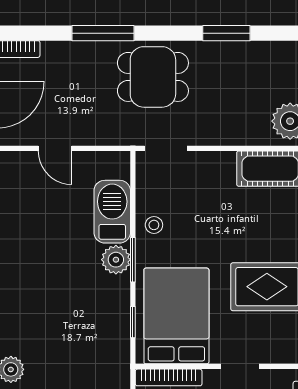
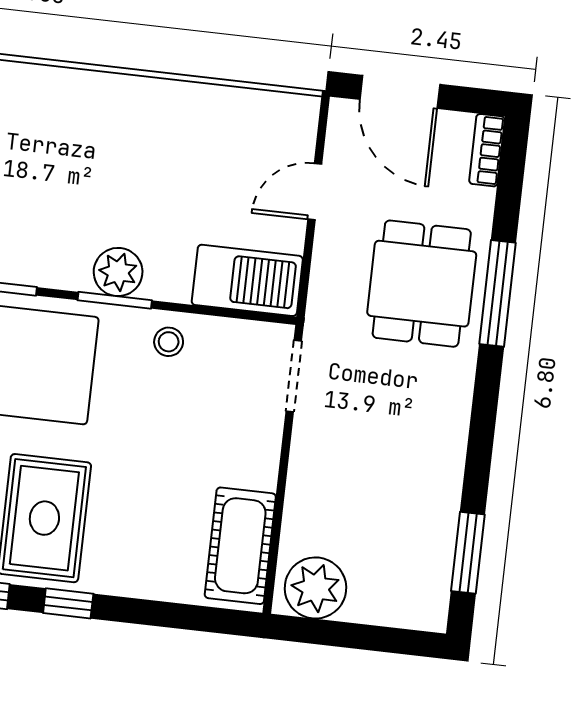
window: (226, 33) -> (468, 553), moved
dining table: (153, 77) -> (422, 284), moved
barbecue: (112, 212) -> (247, 280), moved

